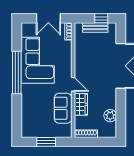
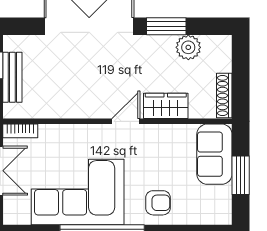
armchair: (32, 100) -> (158, 203), added
window: (121, 105) -> (166, 26), added
sofa: (63, 108) -> (214, 154), moved, turned 90

